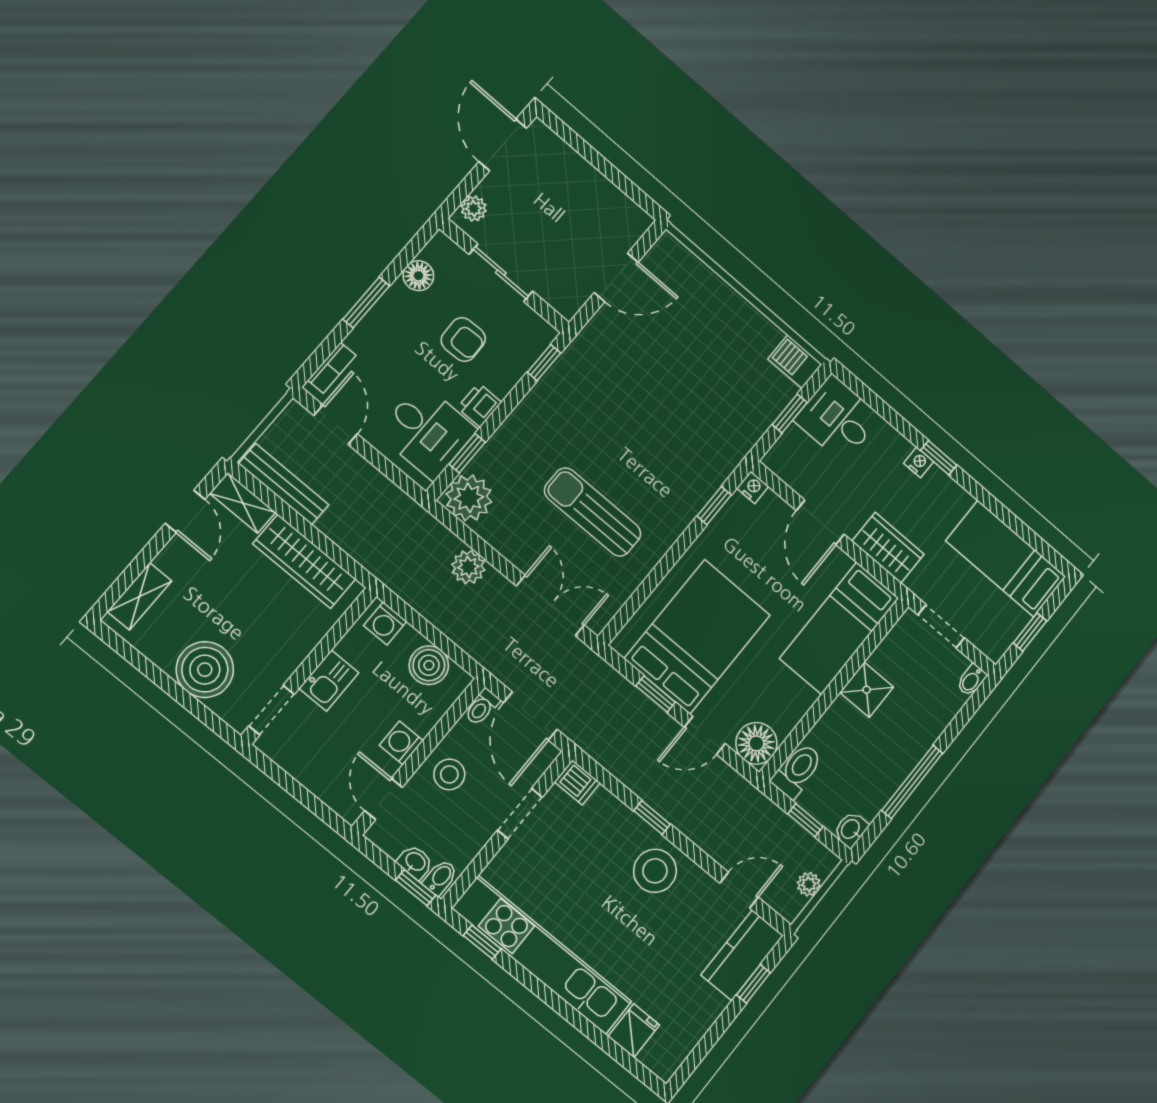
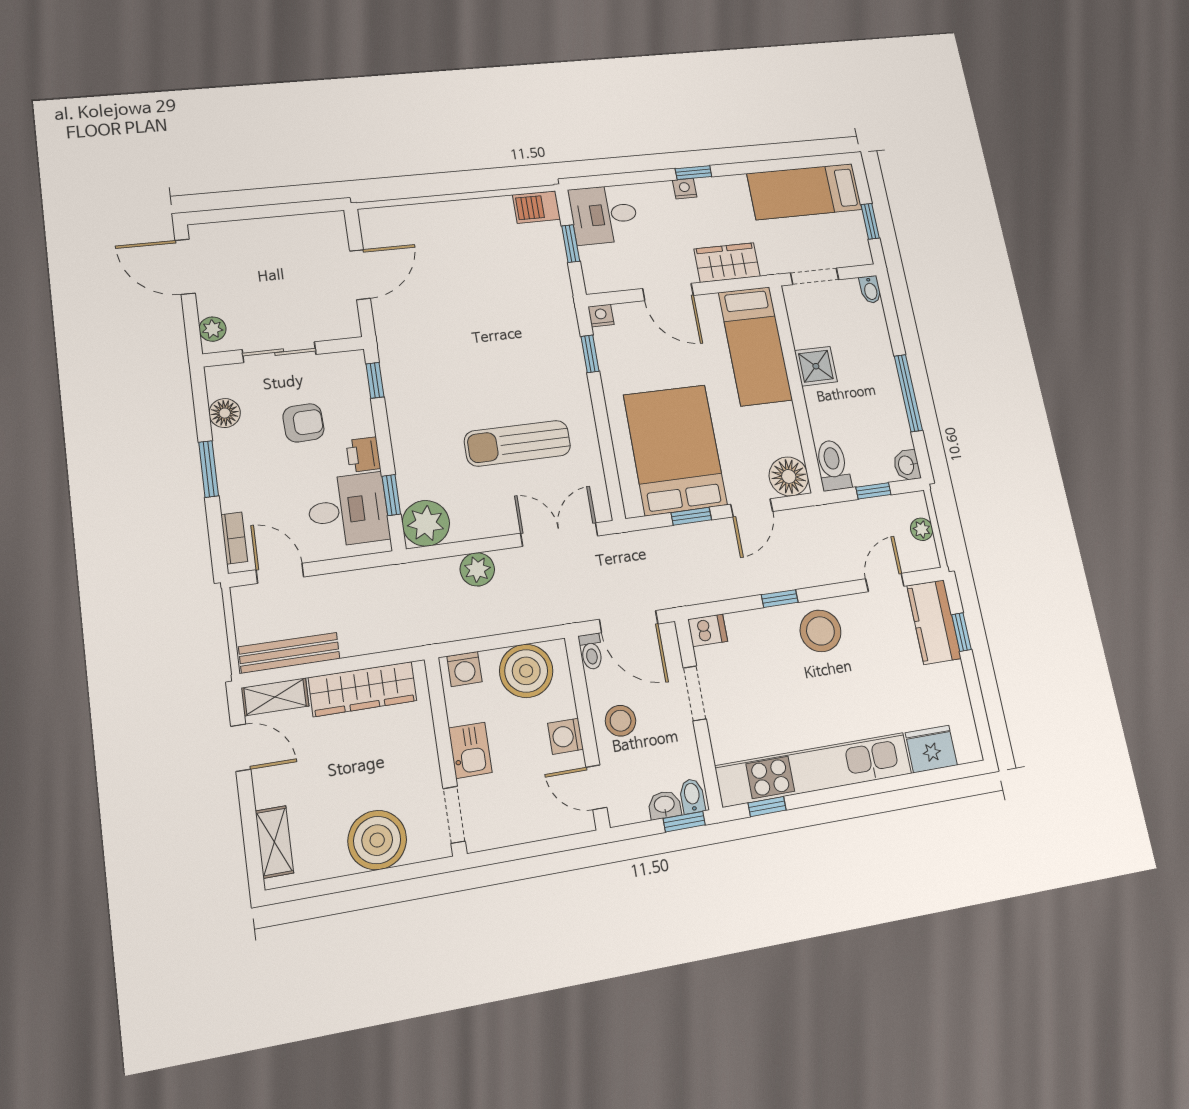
boiler: (429, 665) -> (526, 671), width x1.37, depth x1.37
fridge: (634, 1031) -> (931, 749), width x1.38

